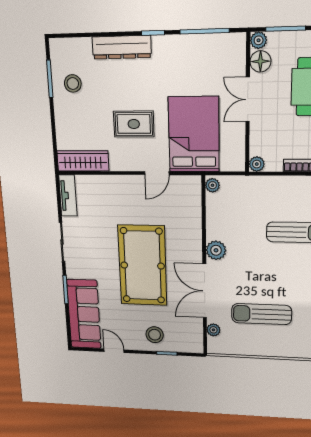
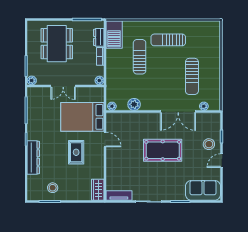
floor lamp: (260, 61) -> (43, 79), removed
wardrobe: (83, 161) -> (98, 190), width x0.67
plant: (216, 250) -> (134, 104), moved
pool table: (143, 266) -> (163, 150), width x0.73, depth x0.76
sofa: (84, 314) -> (203, 190), width x0.73
door: (114, 351) -> (222, 161), moved

